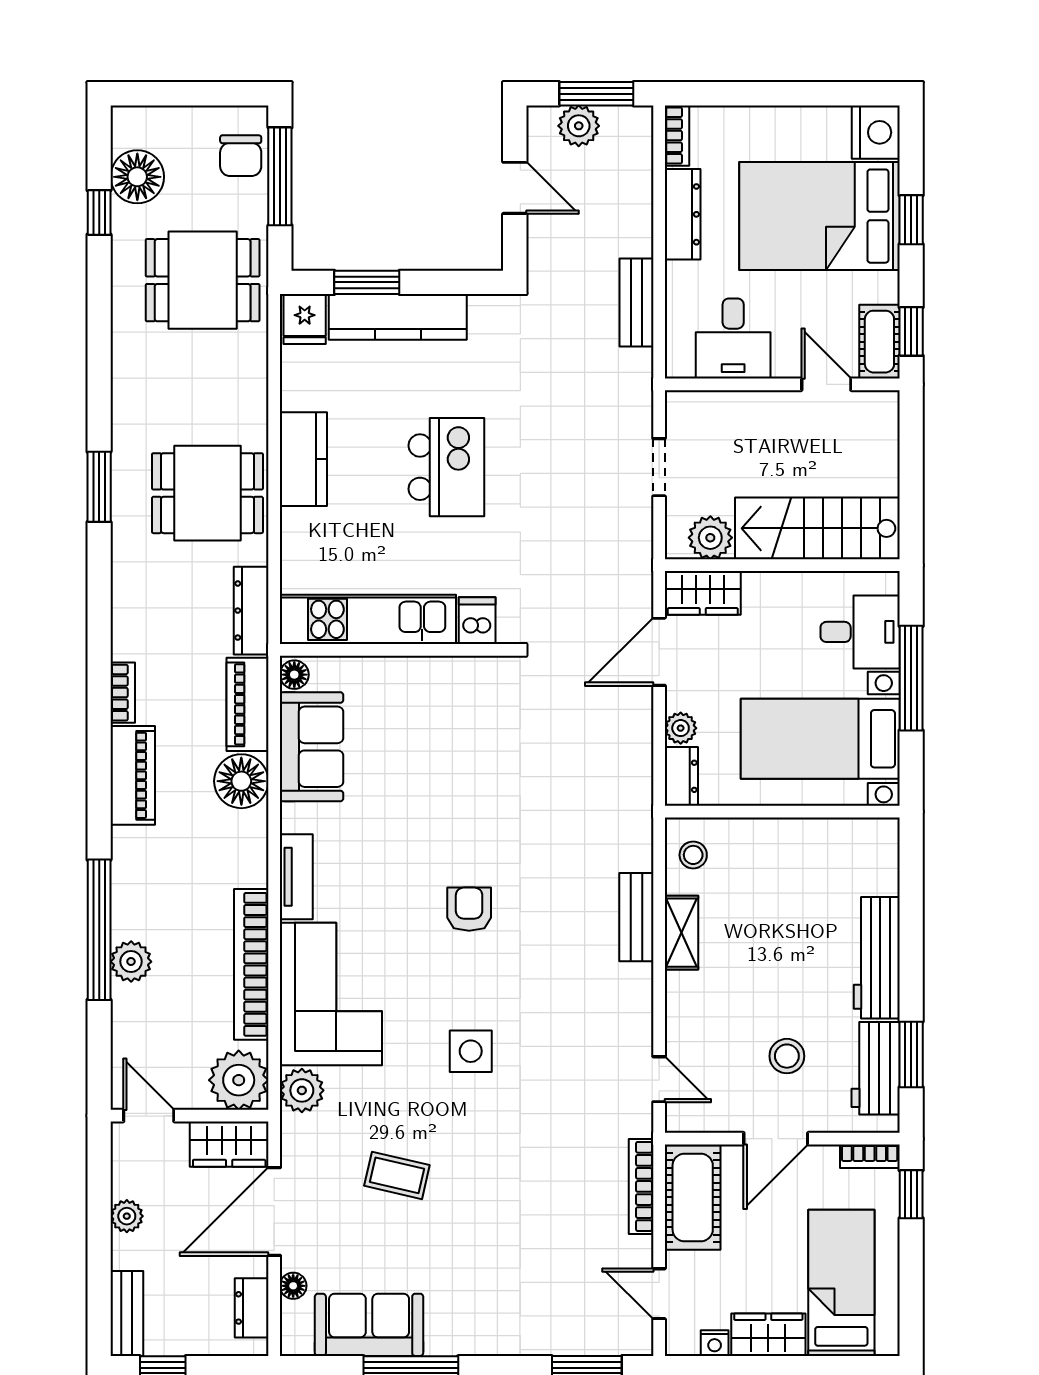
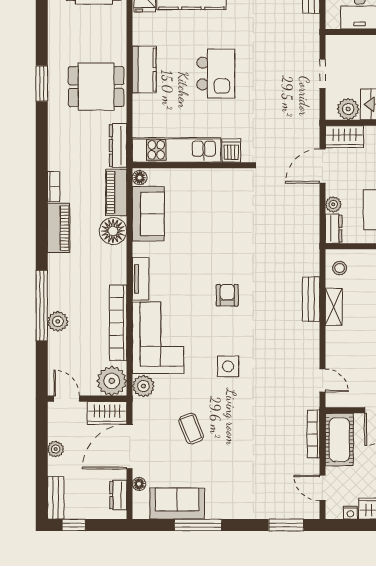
coffee table: (397, 1175) -> (191, 429), turned 55

